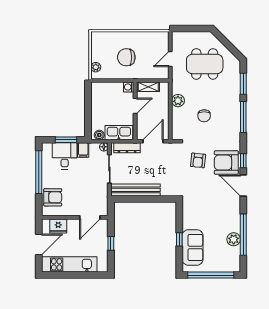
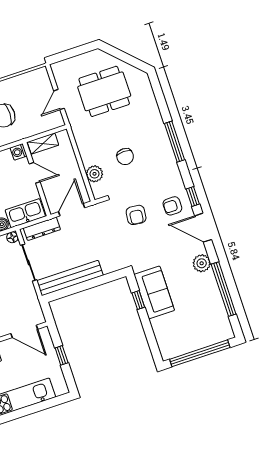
window: (243, 84) -> (161, 100), removed
plant: (178, 101) -> (94, 174), moved
door: (135, 106) -> (35, 173), hinge flipped
armchair: (226, 163) -> (172, 206), width x0.53, depth x0.53
door: (90, 217) -> (24, 331), hinge flipped
window: (179, 239) -> (138, 300), moved
plant: (234, 239) -> (202, 263), moved
sofa: (193, 247) -> (154, 292), moved

